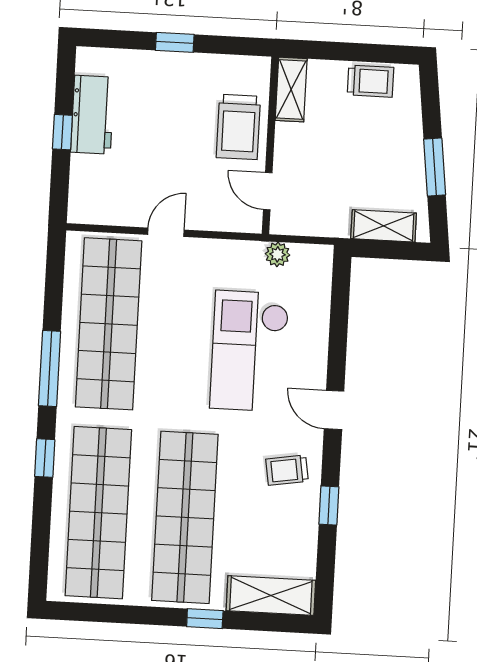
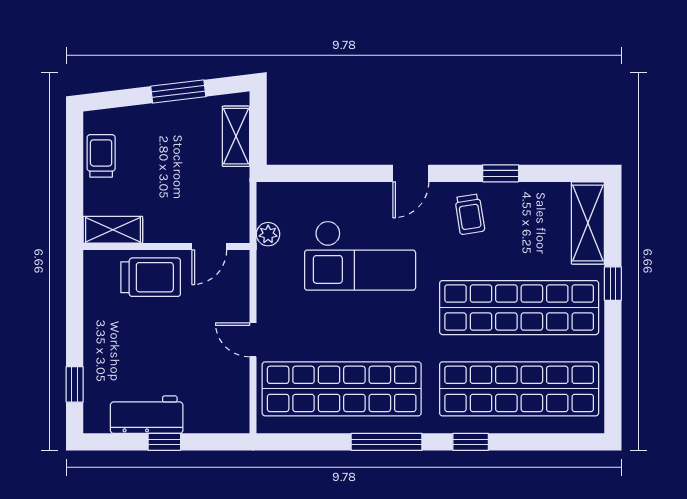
window: (175, 42) -> (75, 384), moved

